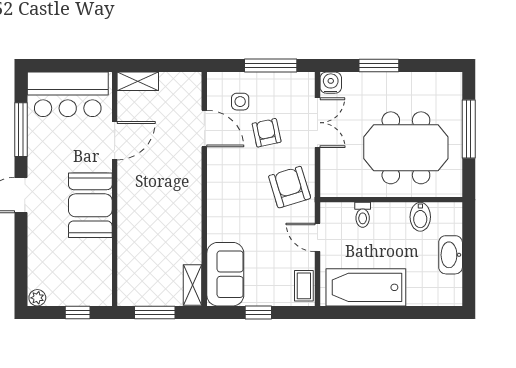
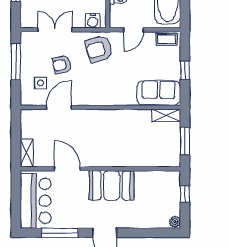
water cooler: (331, 83) -> (93, 21), moved, turned -90

